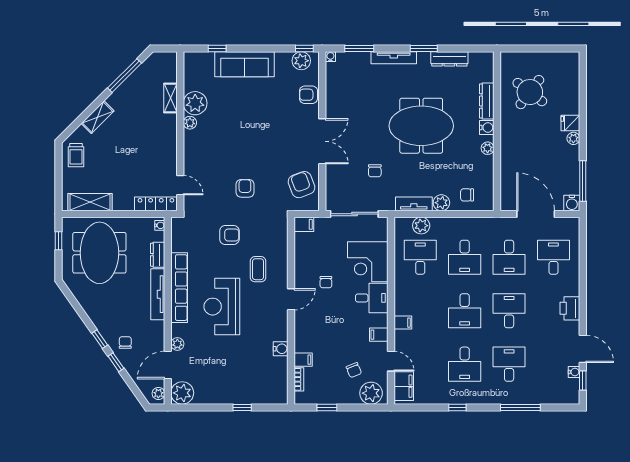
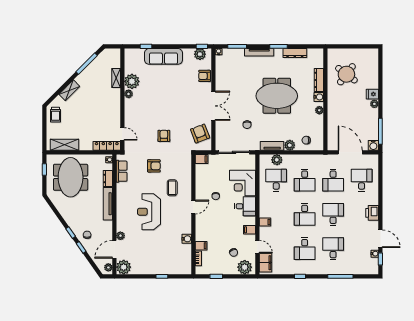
row of seats: (179, 288) -> (122, 171), moved, width x0.50

